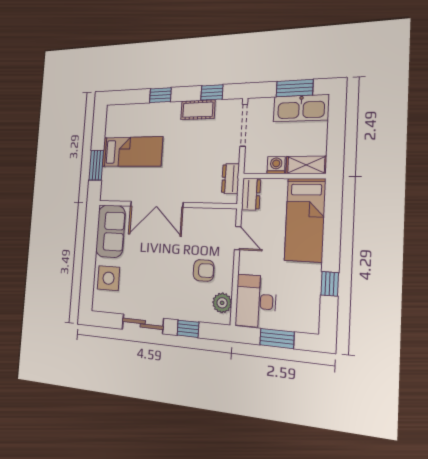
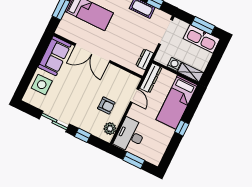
dresser: (251, 194) -> (151, 78), width x1.44
window: (330, 284) -> (182, 128), moved

